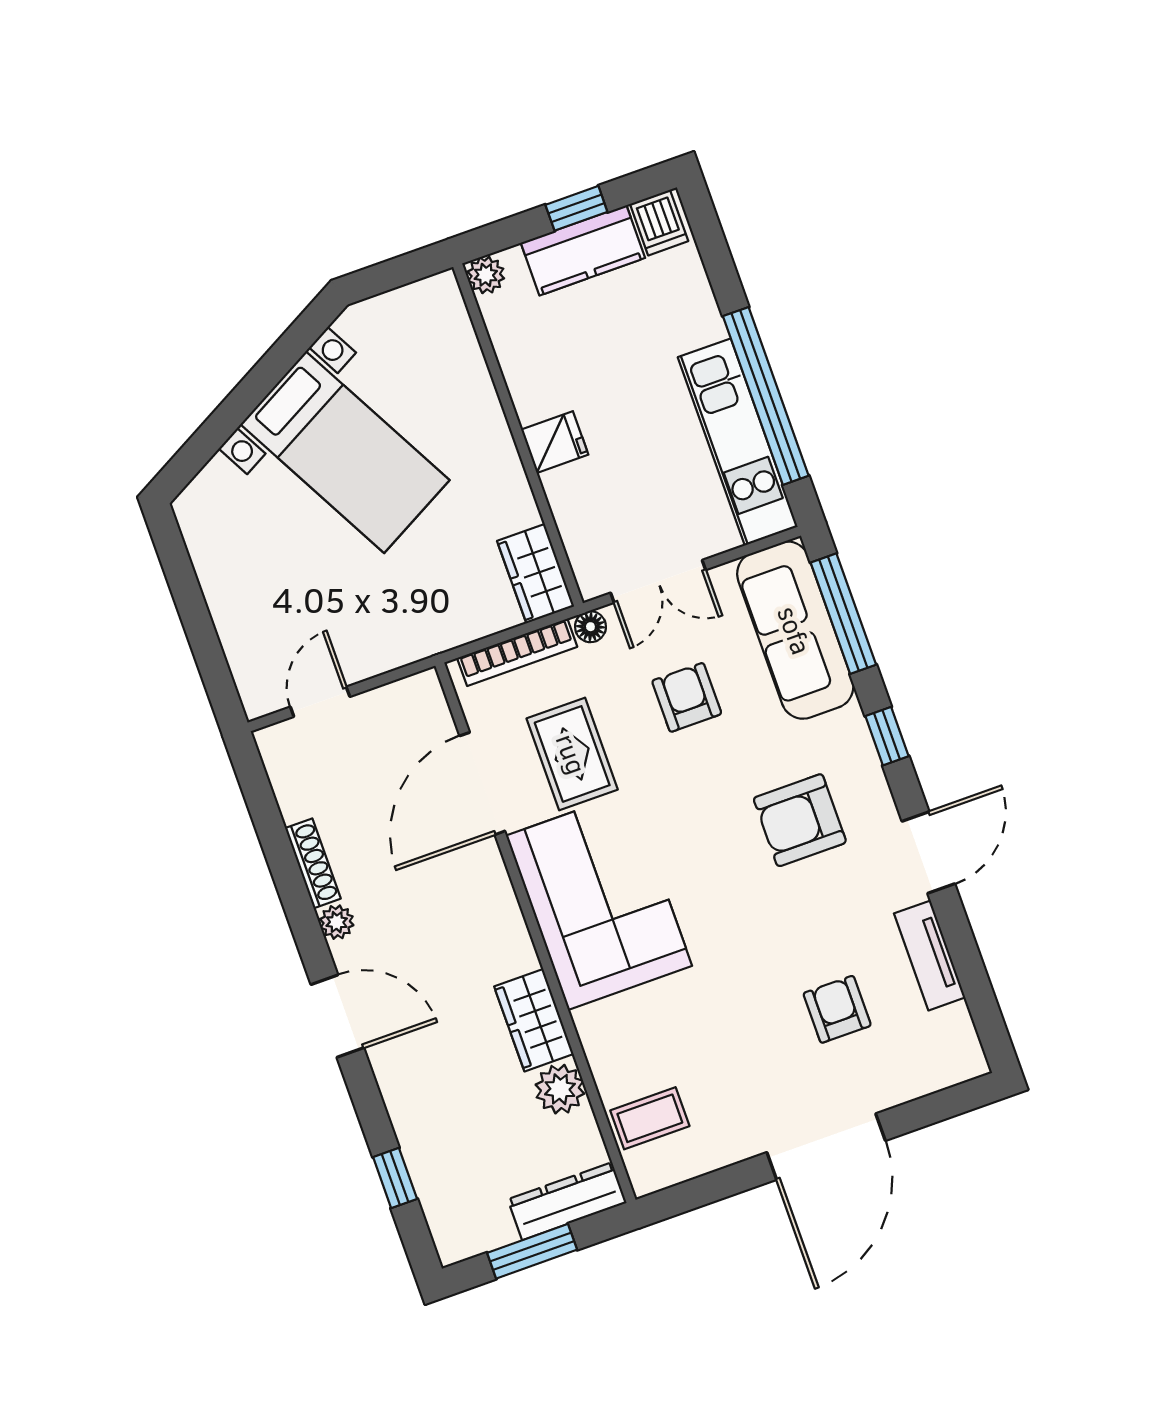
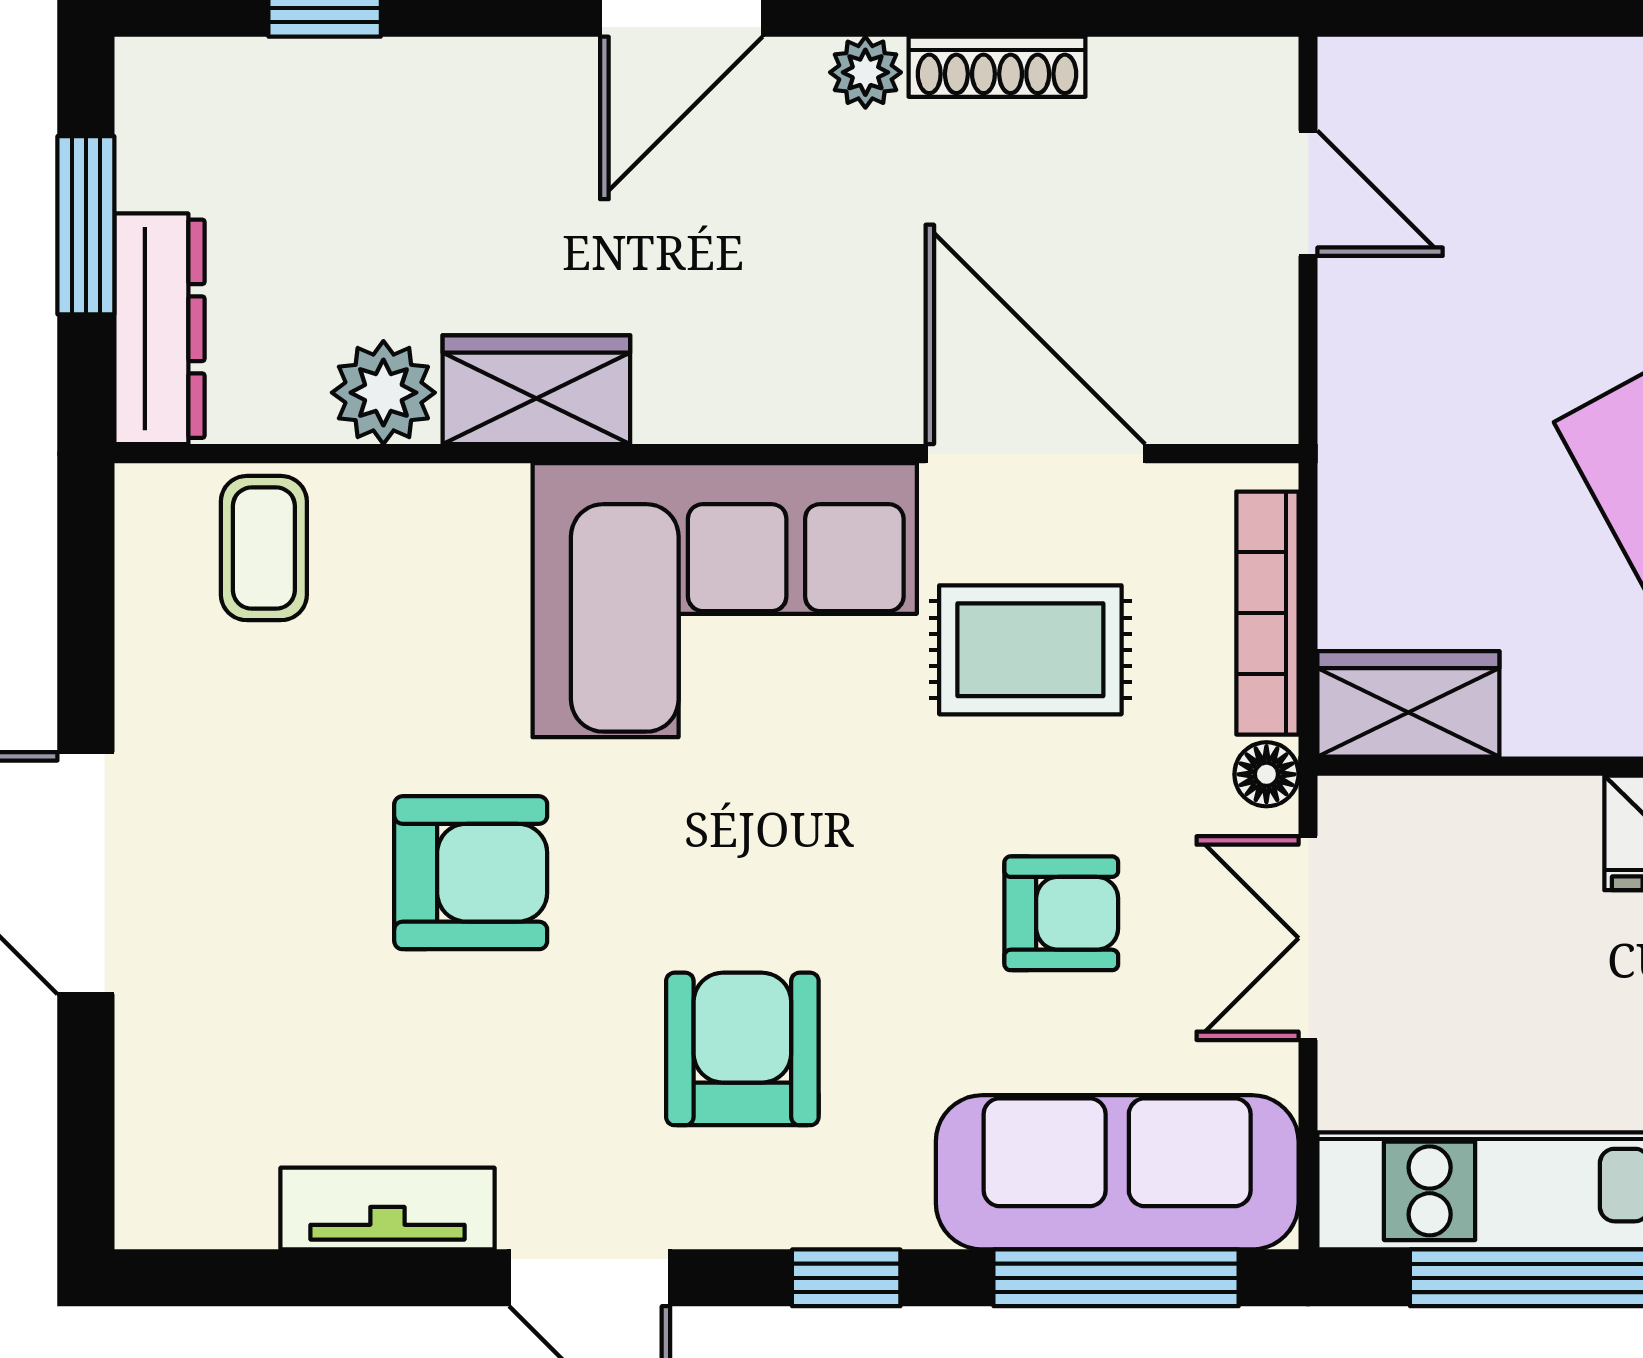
armchair: (837, 1009) -> (471, 873), moved, width x1.38, depth x1.38

